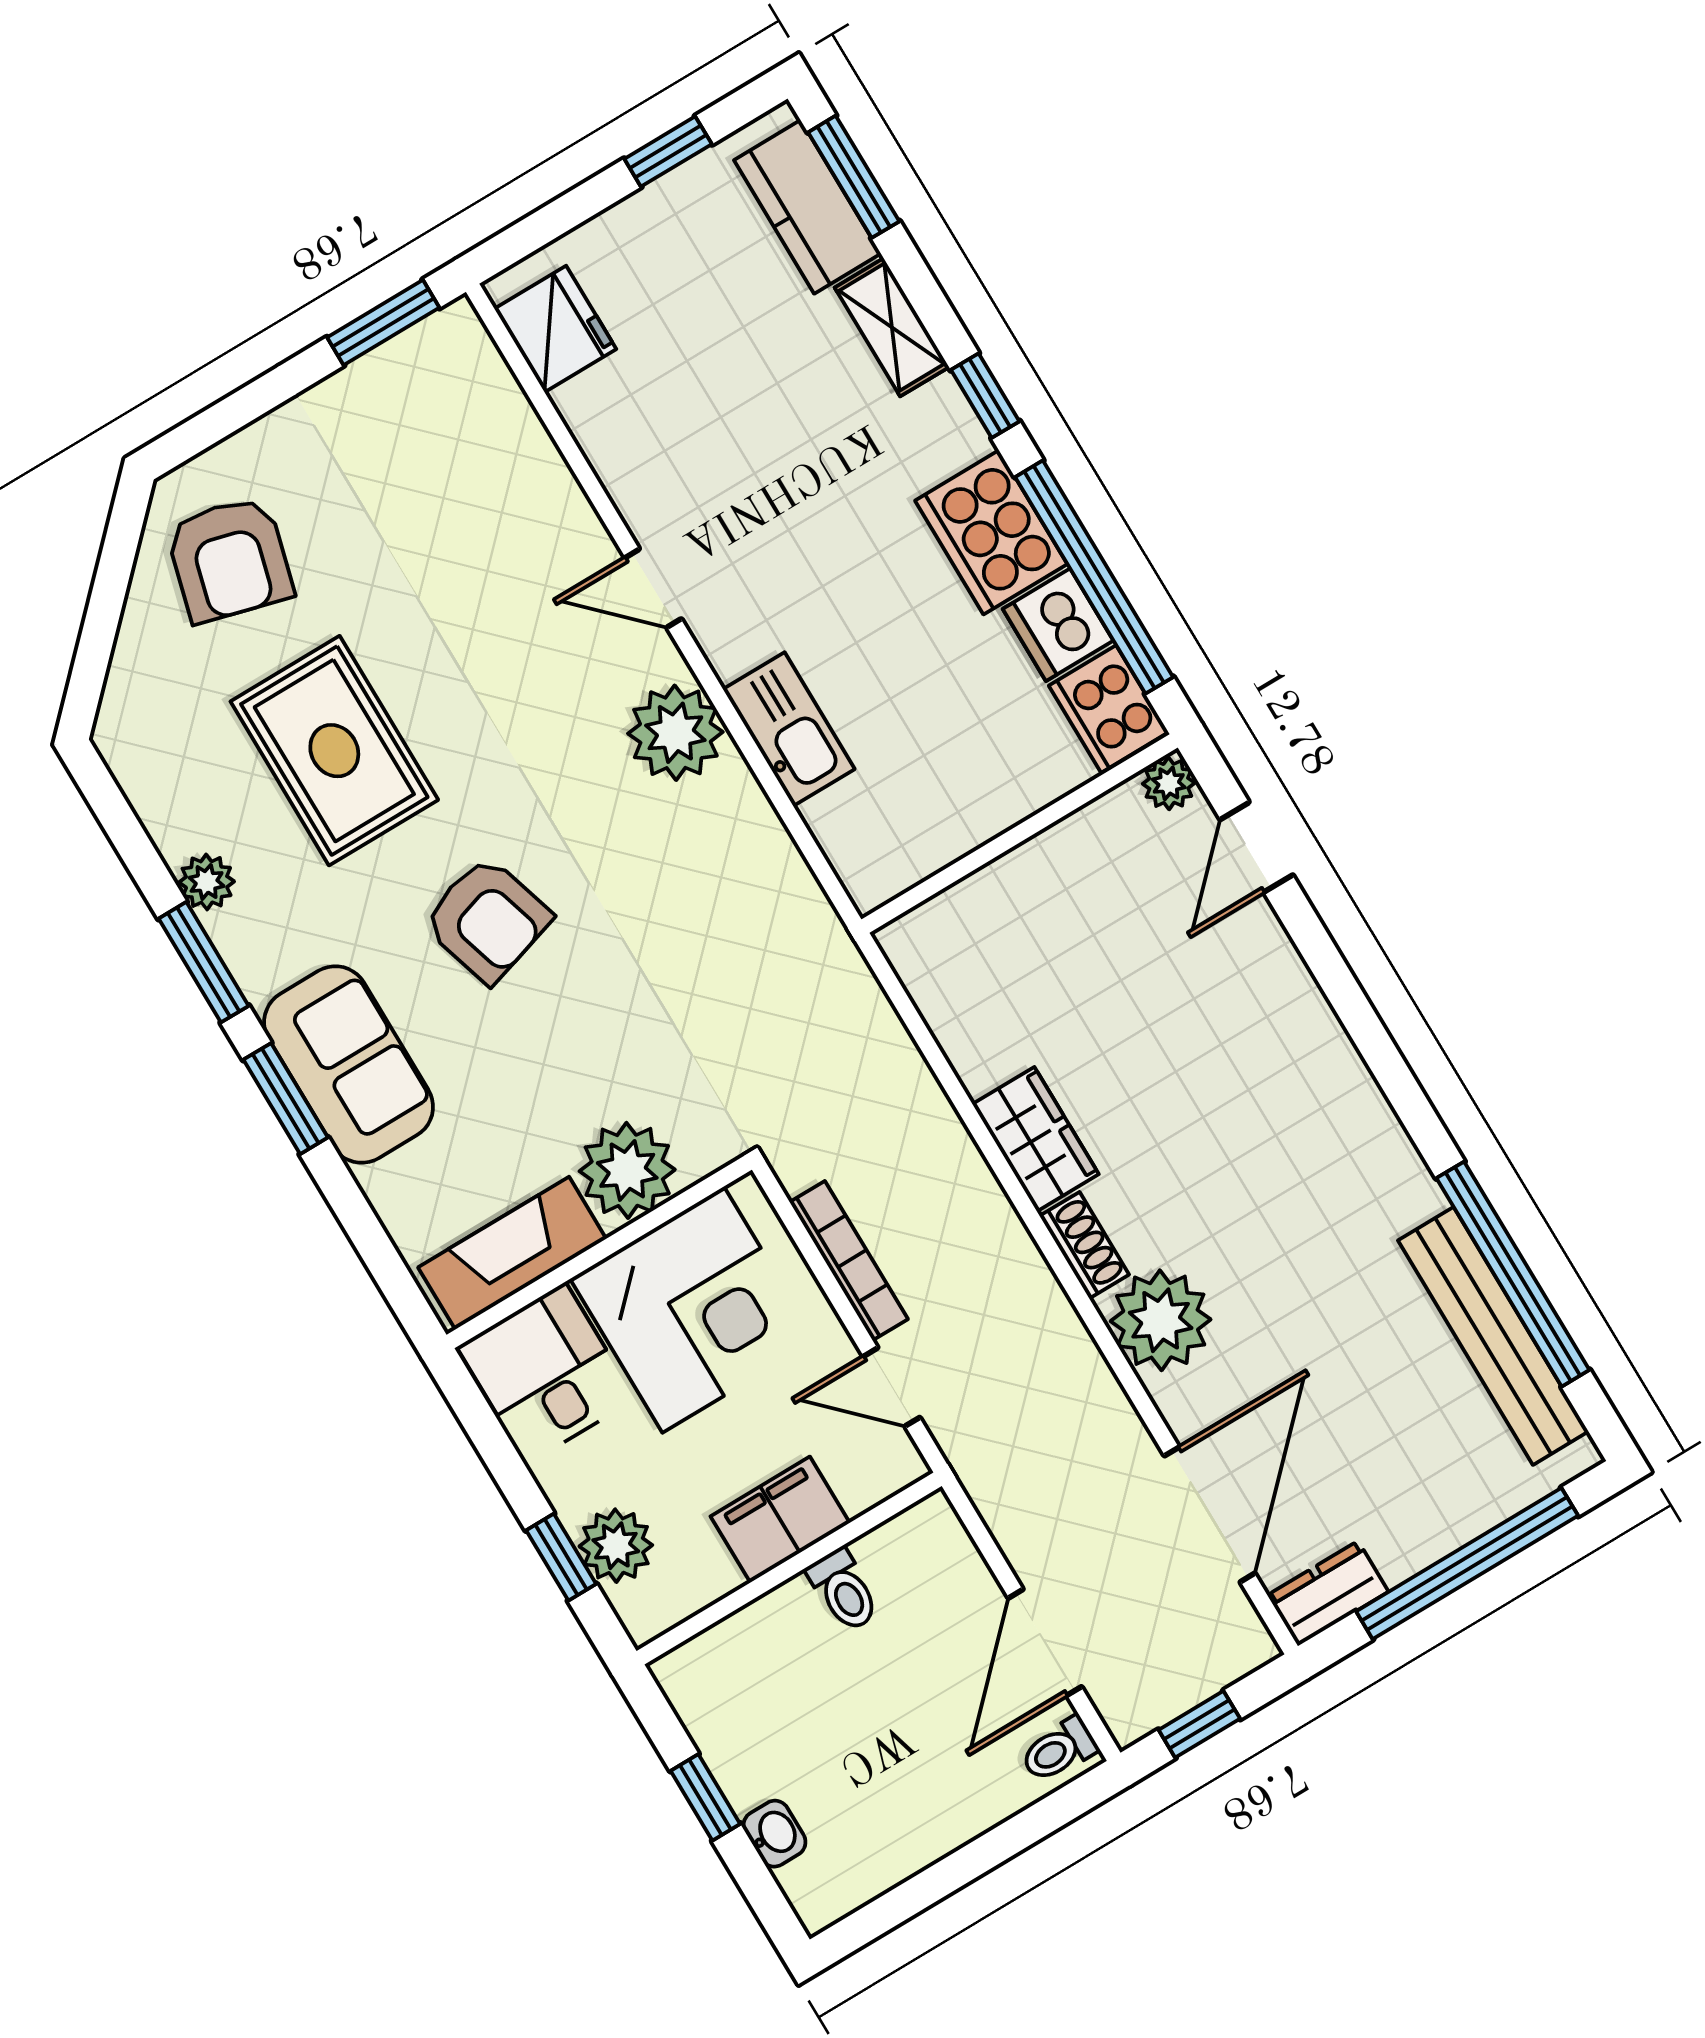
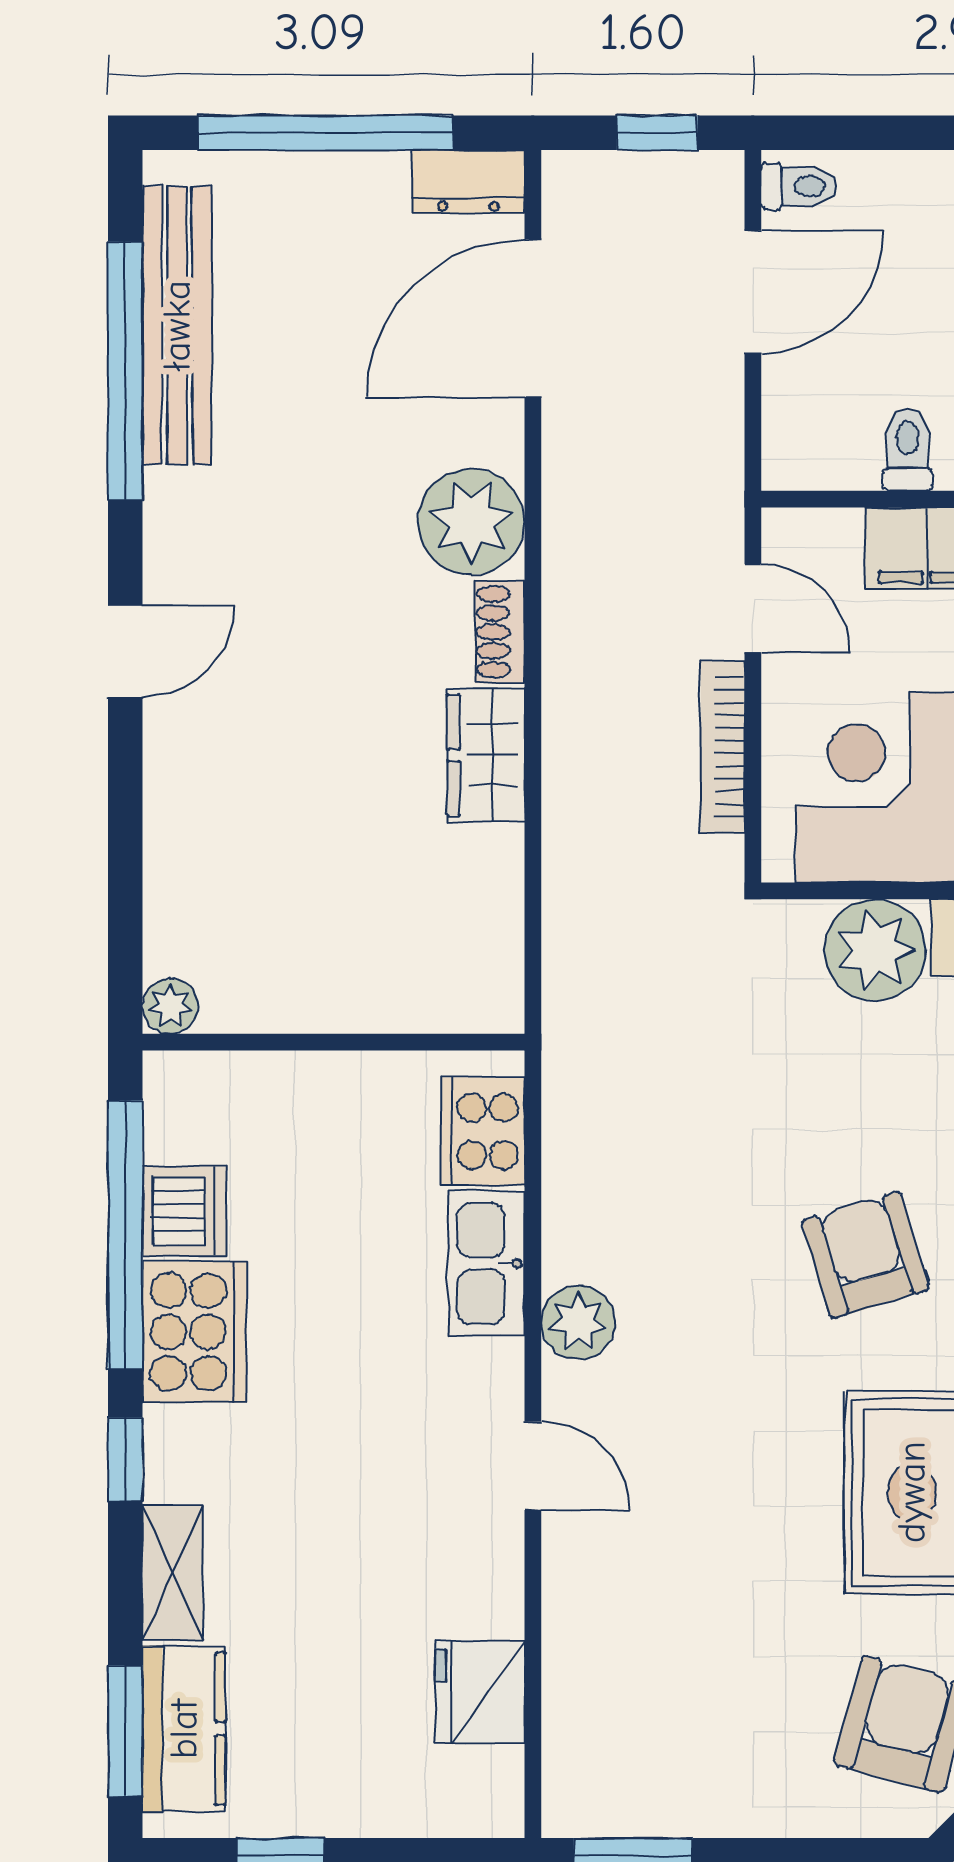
fridge: (555, 329) -> (480, 1692), moved
cooker: (1109, 709) -> (483, 1131), moved, turned 180
plant: (675, 733) -> (578, 1322), width x0.73, depth x0.73
door: (1256, 847) -> (125, 651), moved

